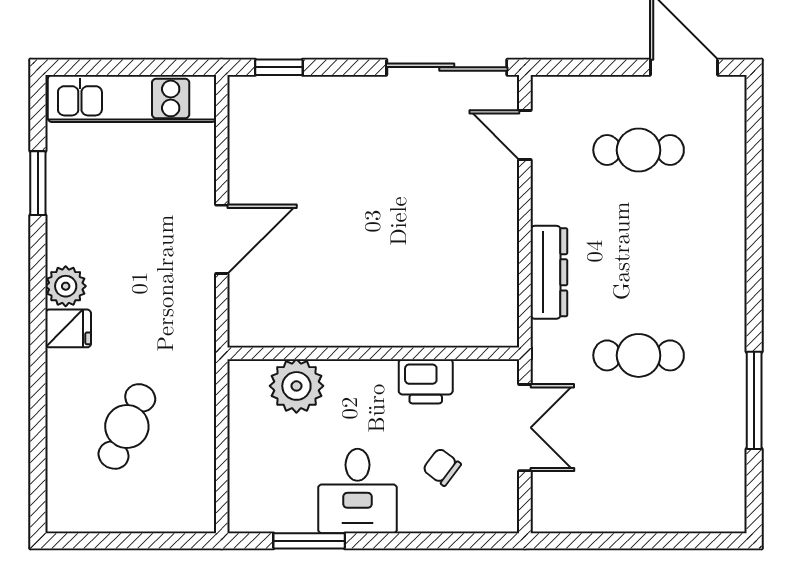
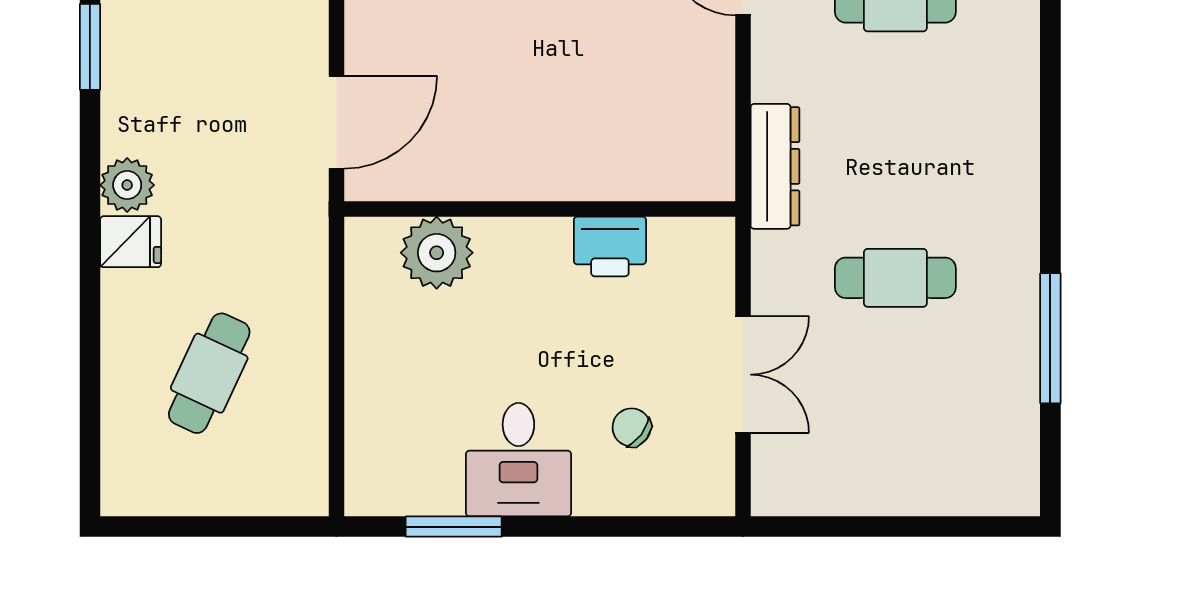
wall: (373, 353) -> (540, 209), moved
printer: (426, 381) -> (610, 246), moved
plant: (296, 386) -> (437, 253), moved

